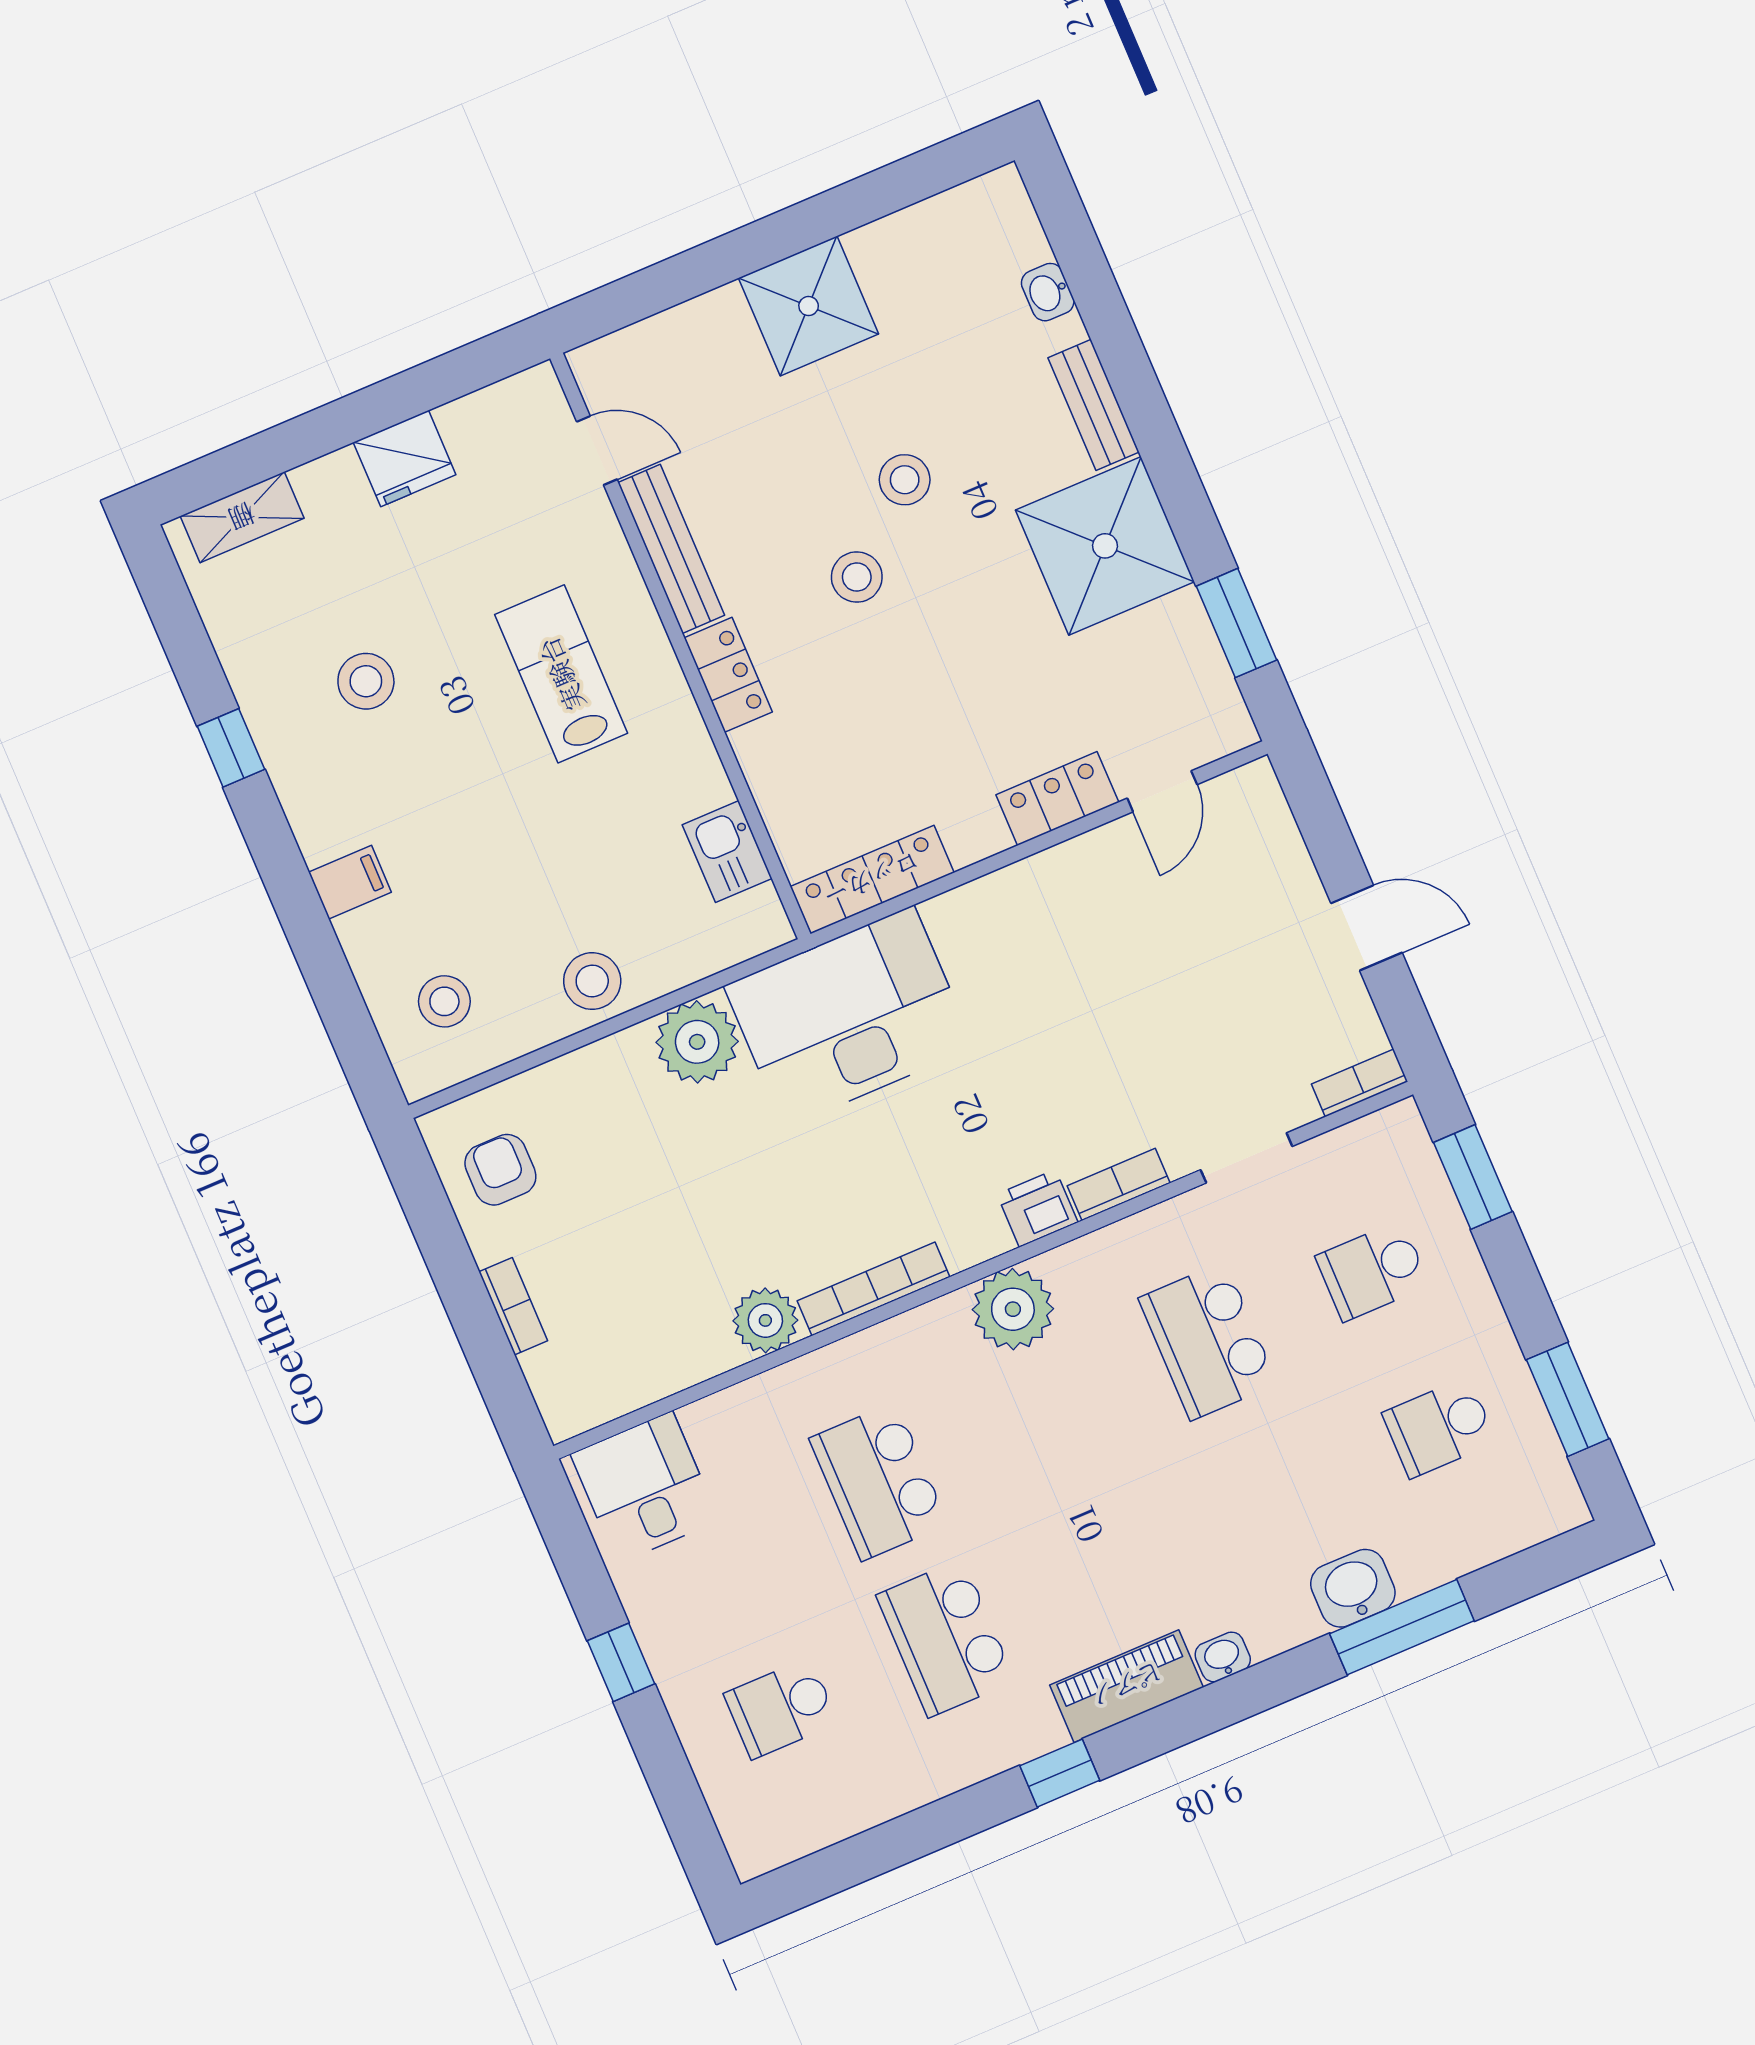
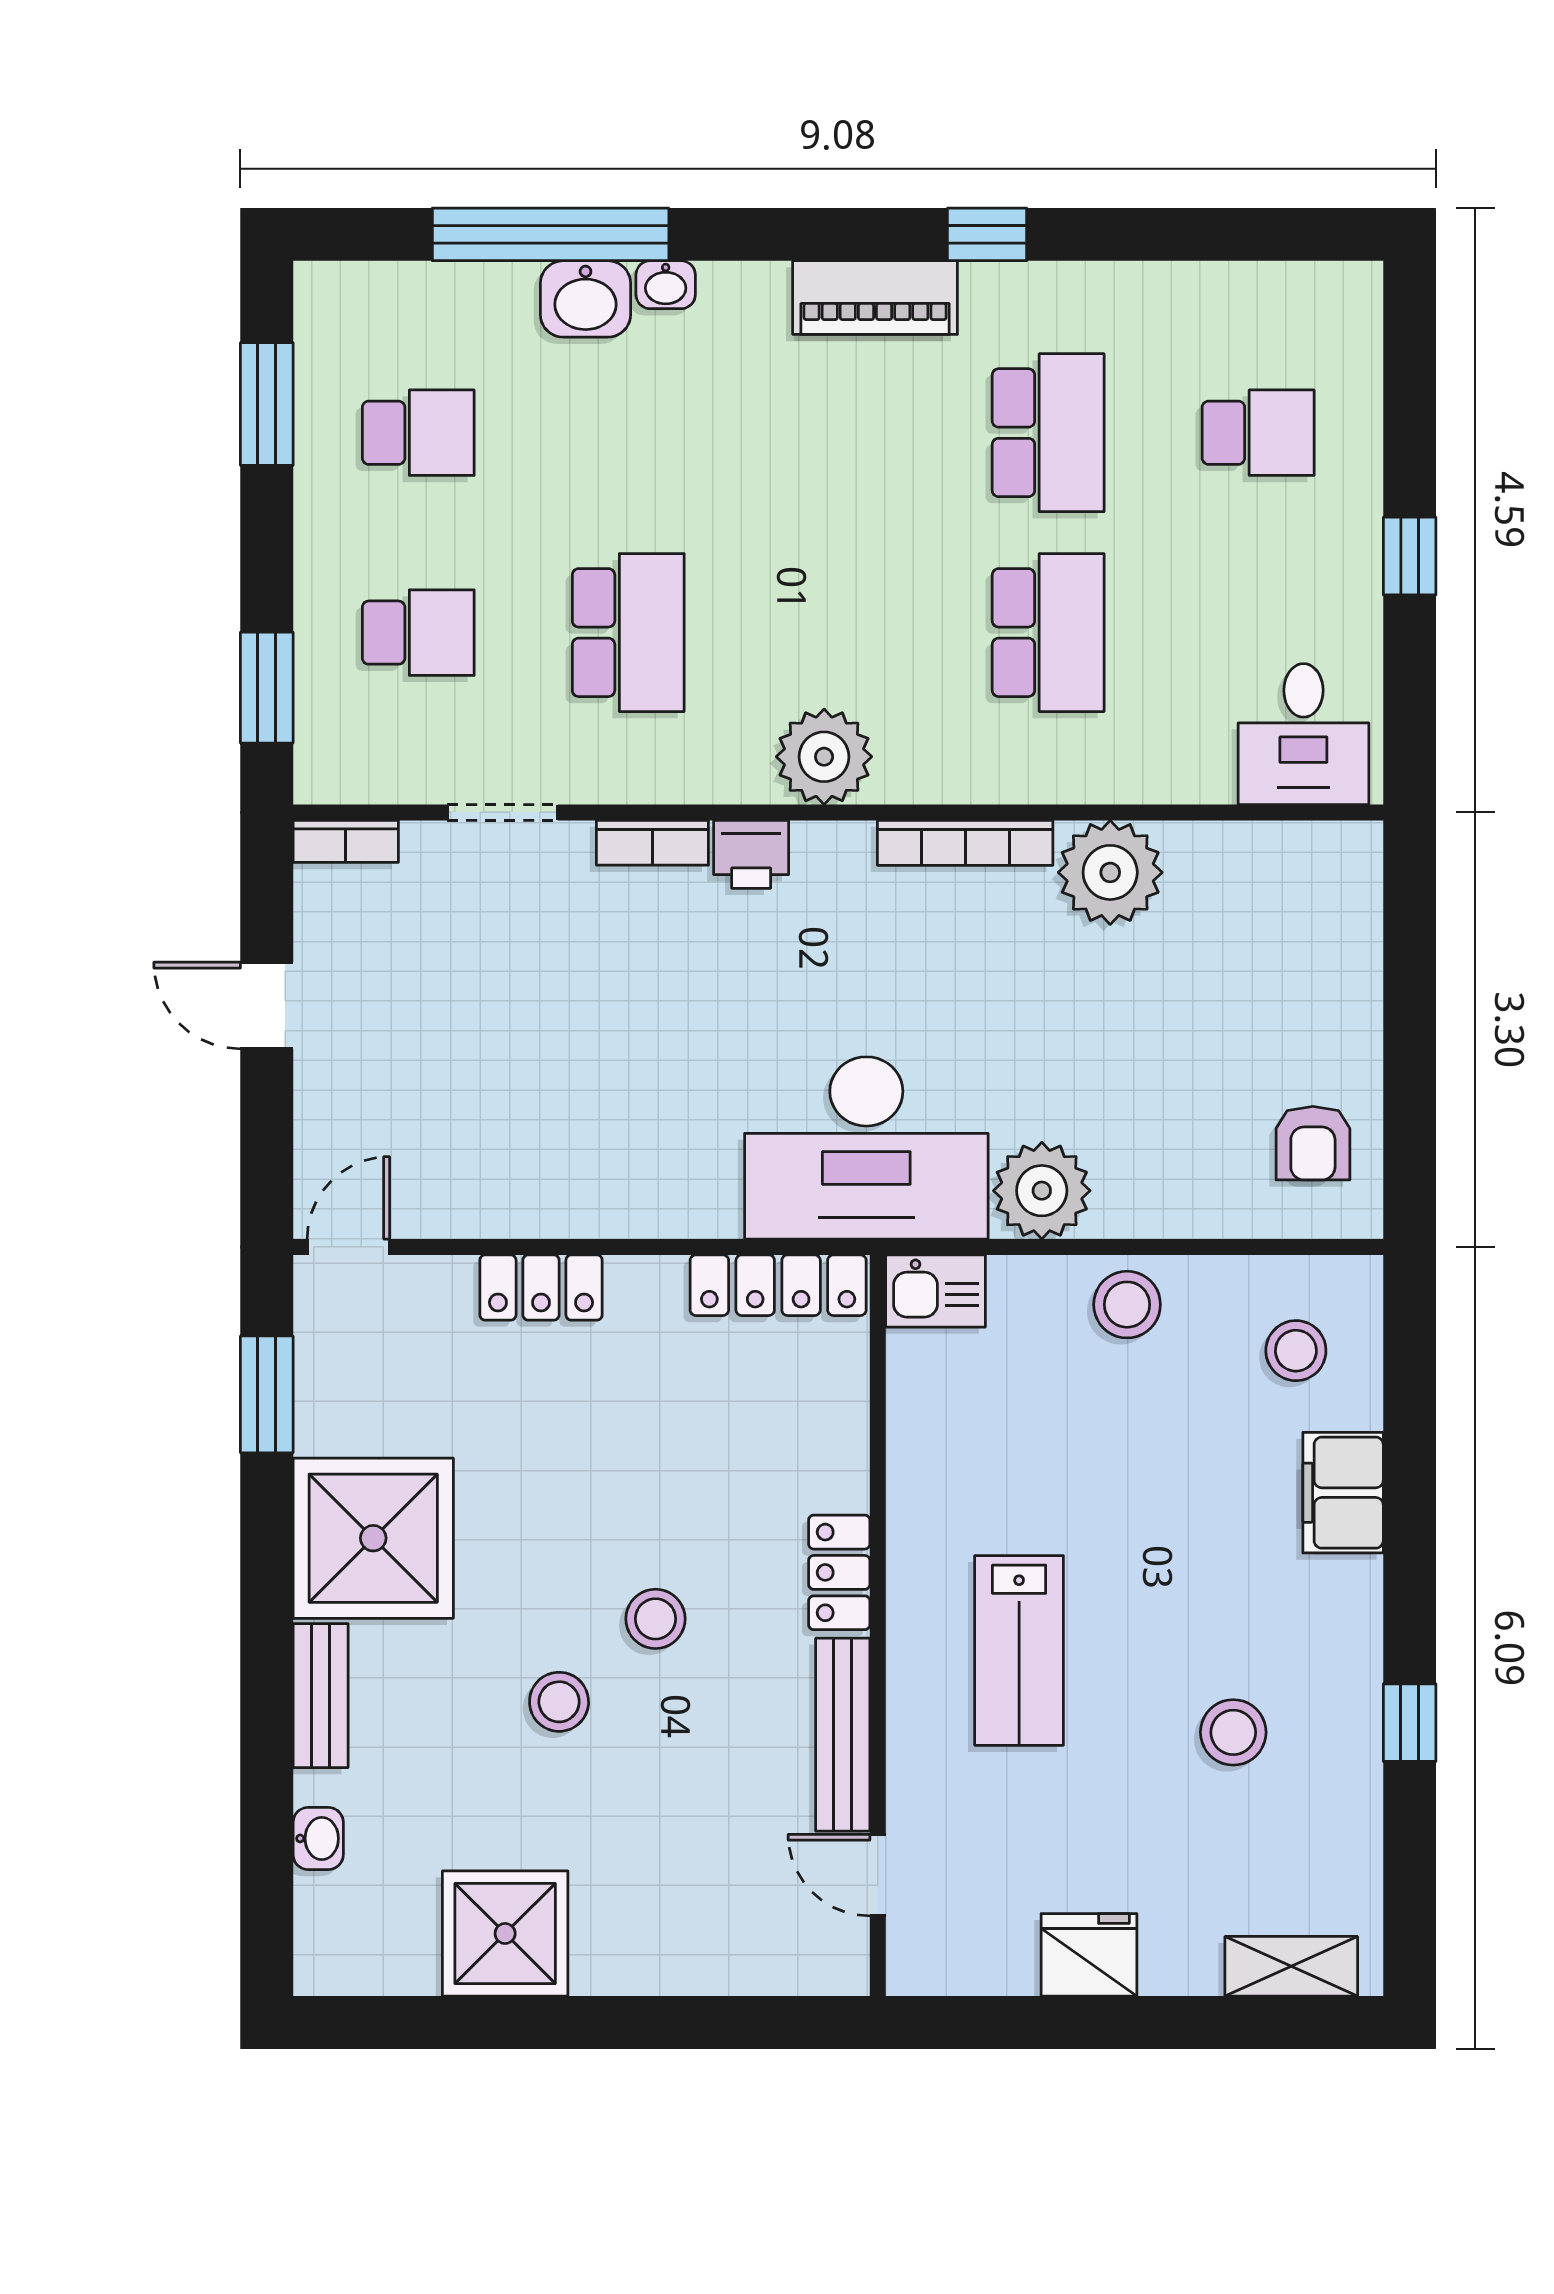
shower: (809, 306) -> (505, 1933), moved
door: (1162, 791) -> (348, 1247), moved
kitchen sink: (727, 852) -> (935, 1291), moved, turned 90
filing cabinet: (350, 882) -> (1343, 1493), width x2.00
bookcase: (513, 1306) -> (1362, 990), removed
plant: (765, 1320) -> (1110, 872), width x1.36, depth x1.36
window: (1402, 1627) -> (551, 234), width x1.46
washbasin: (1223, 1657) -> (666, 285), moved

